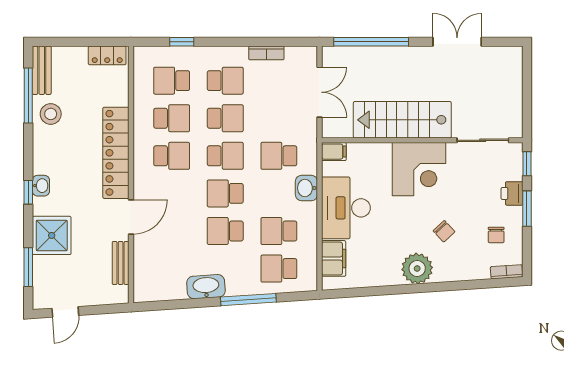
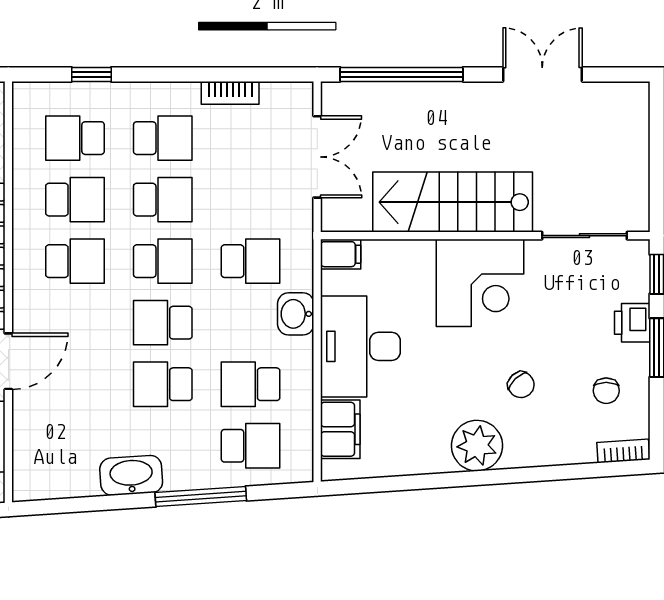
school desk: (279, 156) -> (251, 261), turned 180
school desk: (279, 269) -> (251, 446), turned 180

